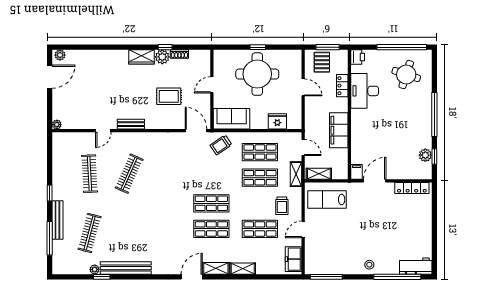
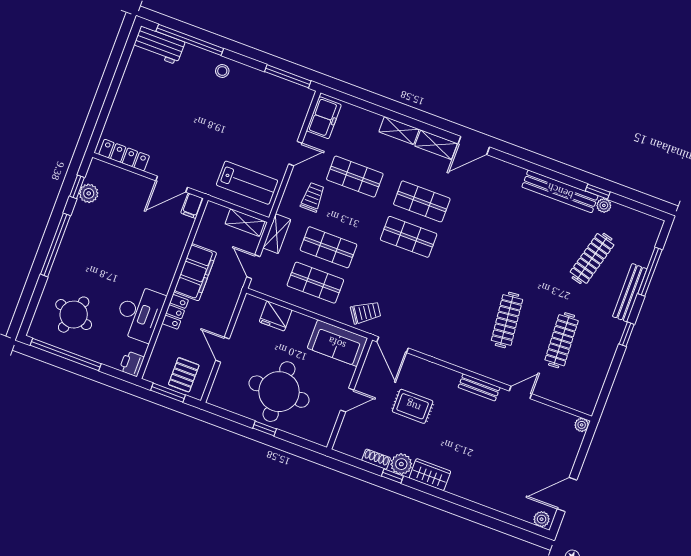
locker: (342, 86) -> (175, 312), moved
clothes rail: (129, 174) -> (507, 320), turned -30

